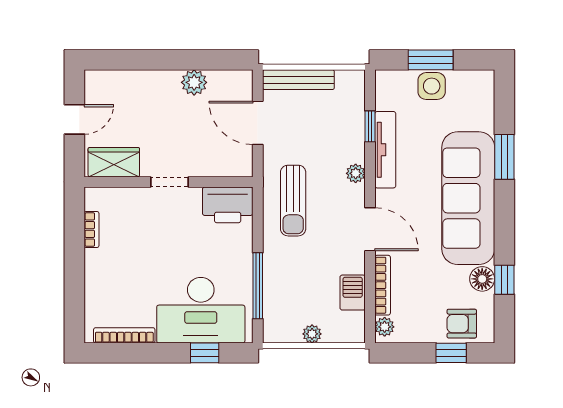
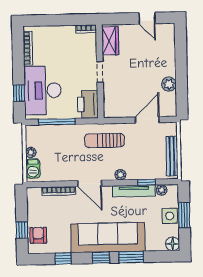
bench: (298, 80) -> (172, 156), moved
wardrobe: (114, 162) -> (110, 41), moved
doorway: (169, 182) -> (100, 72), moved
wall: (169, 182) -> (100, 71), moved
printer: (228, 205) -> (88, 104), moved
window: (504, 211) -> (101, 258), added
door: (370, 229) -> (90, 183), hinge flipped
floor lamp: (482, 279) -> (173, 244), moved
barbecue: (353, 293) -> (33, 168), moved, turned 90
plant: (385, 327) -> (162, 190), moved

